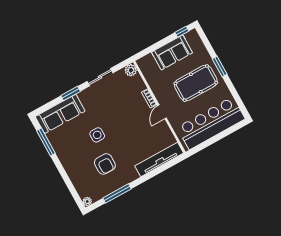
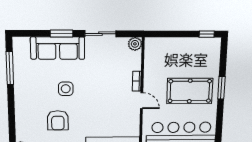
sofa: (172, 52) -> (185, 49), removed
door: (162, 112) -> (142, 101), swing flipped
sofa: (60, 114) -> (58, 48), moved

